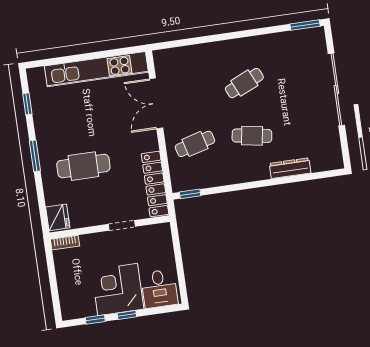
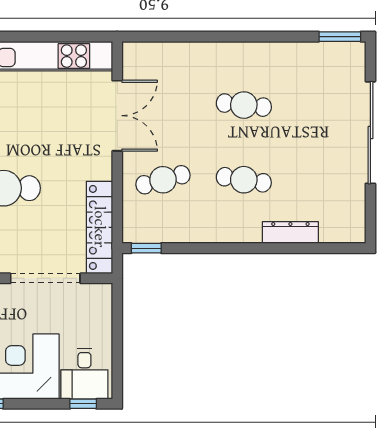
cafe table: (244, 83) -> (244, 105), turned 30
double door: (156, 103) -> (117, 116), swing flipped
doorway: (122, 225) -> (45, 278), width x1.88
window: (127, 315) -> (83, 404), moved

